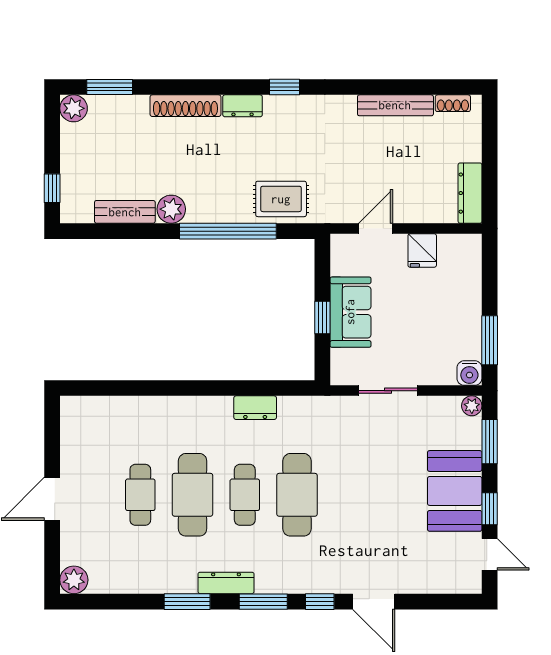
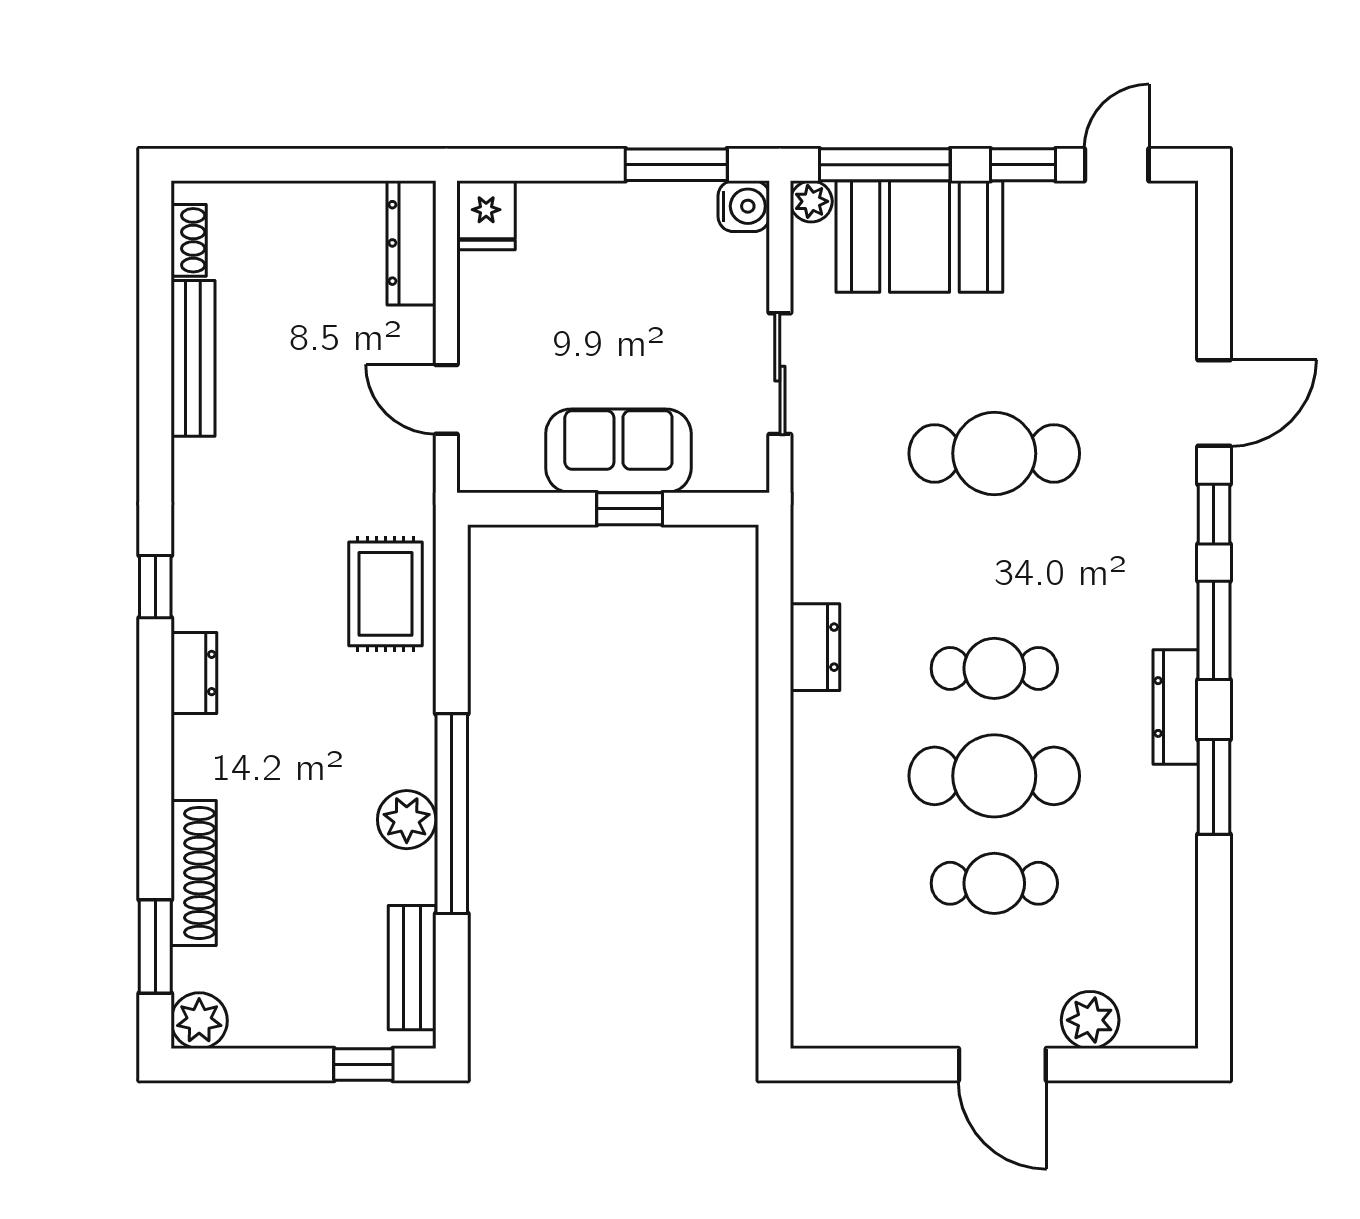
shoe rack: (185, 106) -> (194, 873), moved
dresser: (470, 193) -> (411, 243), moved, turned 90
bench: (125, 212) -> (412, 968), moved
window: (228, 231) -> (452, 814), moved
fridge: (422, 250) -> (486, 215), moved, turned 90
window: (490, 442) -> (885, 165), width x1.44
booth: (455, 491) -> (919, 236), moved
cafe table: (297, 495) -> (994, 453), moved
plant: (74, 580) -> (1090, 1020), moved

